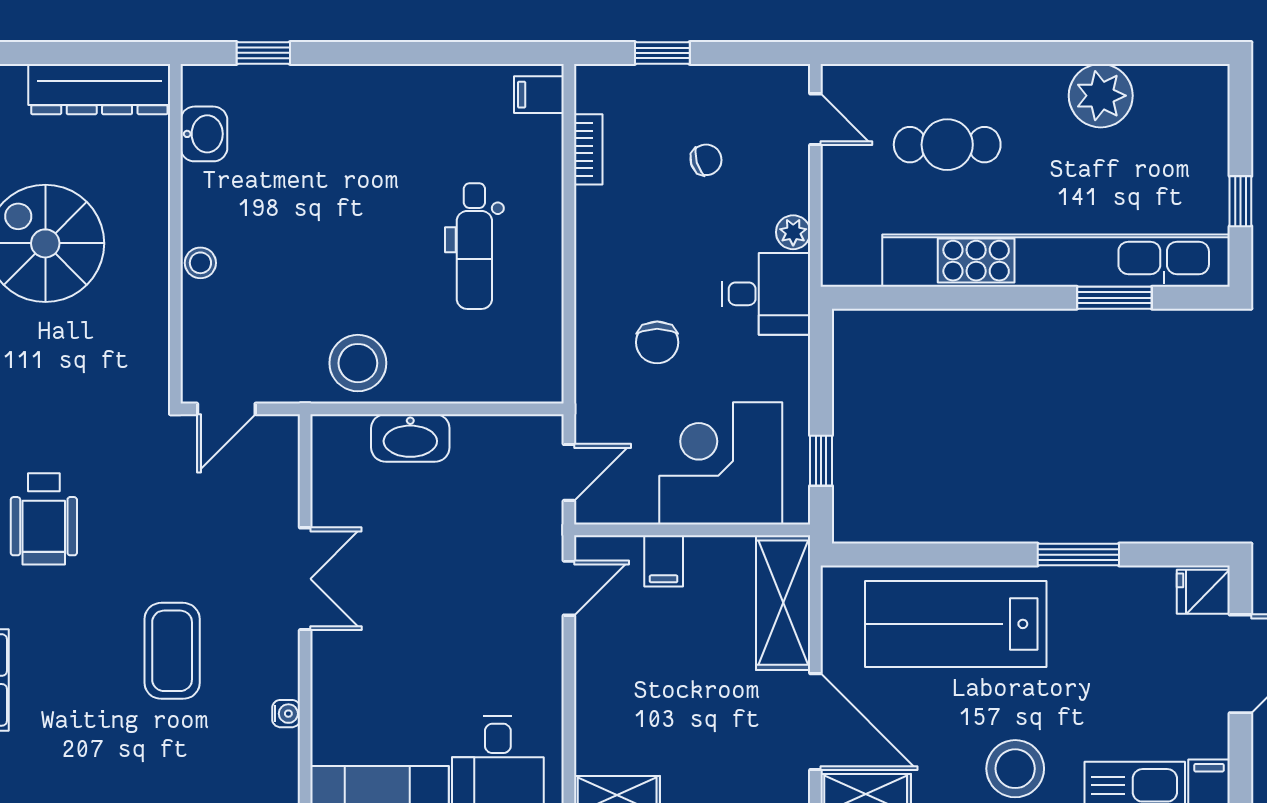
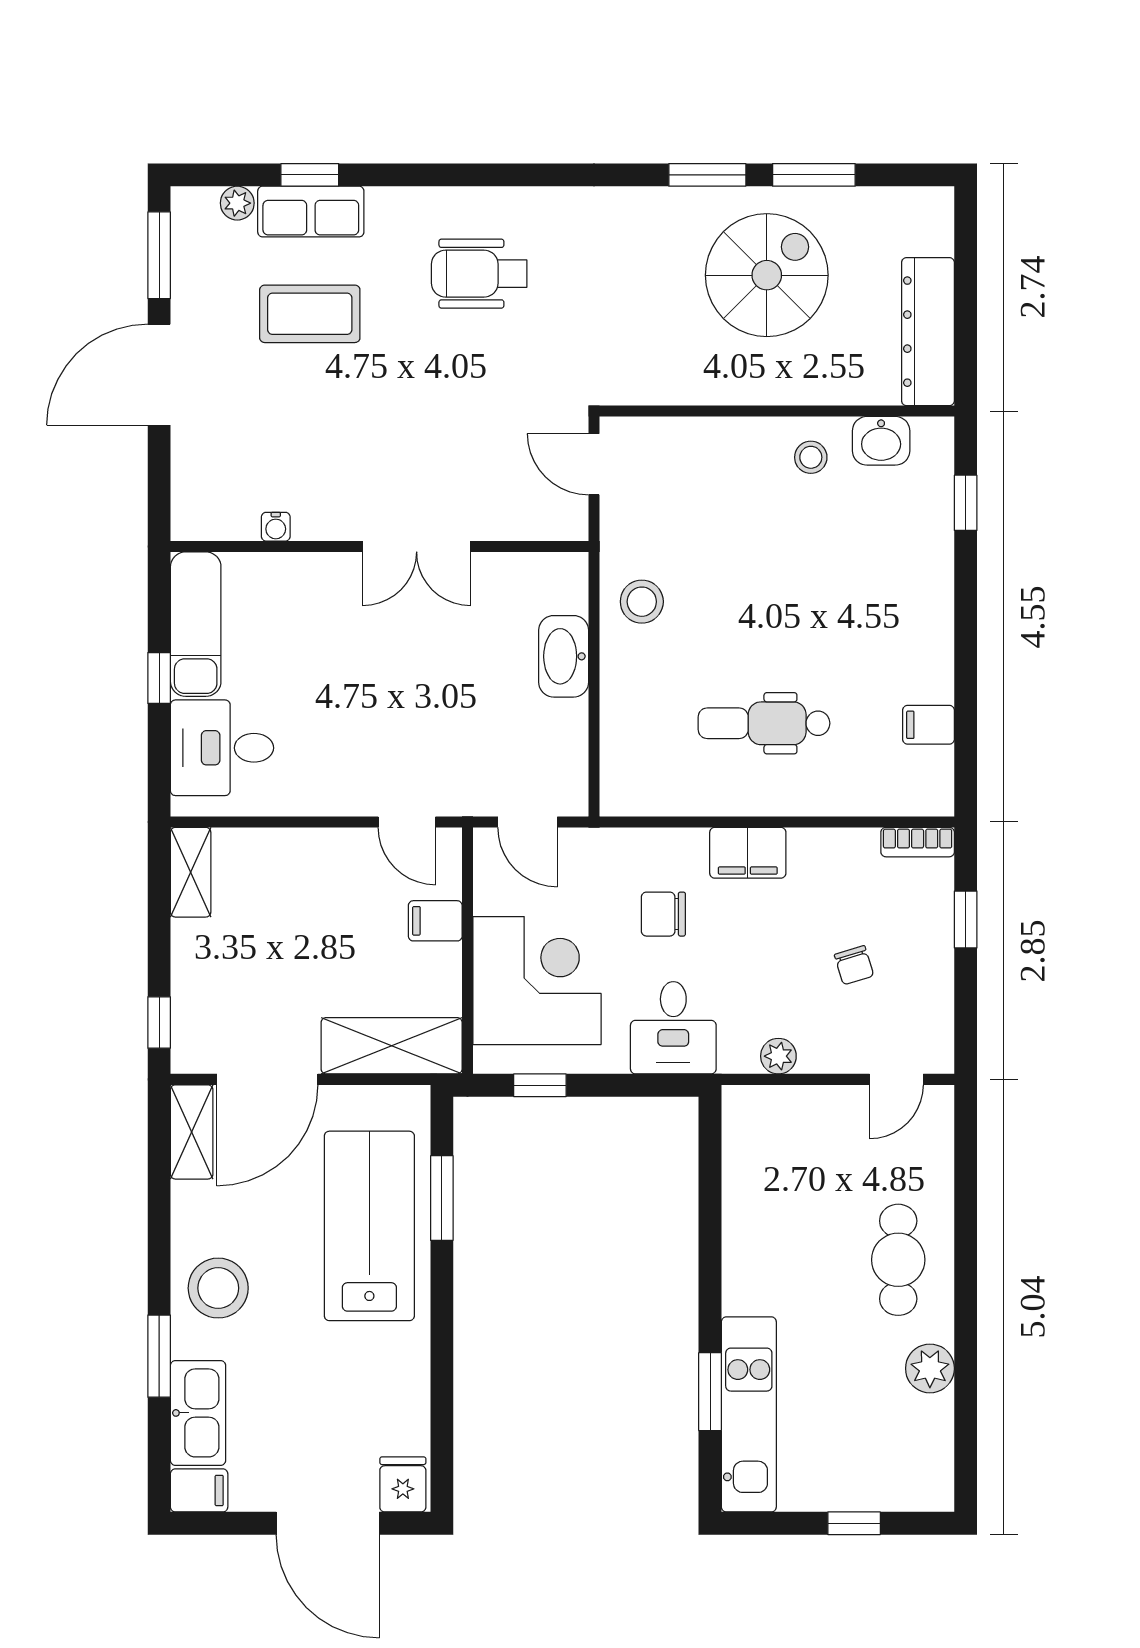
filing cabinet: (539, 95) -> (928, 725), moved, turned -90
plant: (1101, 96) -> (930, 1368), width x0.73, depth x0.73
cafe table: (947, 145) -> (898, 1260), moved
bookcase: (588, 149) -> (918, 842), moved
window: (1240, 201) -> (854, 1523), moved
kitchen unit: (1056, 261) -> (749, 1414), width x0.54
filing cabinet: (598, 262) -> (748, 853), added
stool: (200, 263) -> (811, 457), moved
desk: (766, 294) -> (673, 1028), moved
stool: (358, 363) -> (642, 602), width x0.73, depth x0.73
window: (1078, 555) -> (442, 1198), moved
coffee table: (172, 651) -> (310, 314), moved

